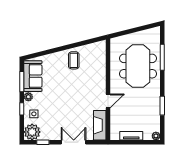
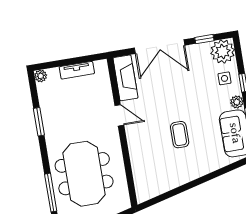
coffee table: (74, 60) -> (180, 135), moved
door: (108, 101) -> (119, 115), swing flipped
double door: (74, 142) -> (160, 47), width x1.37

